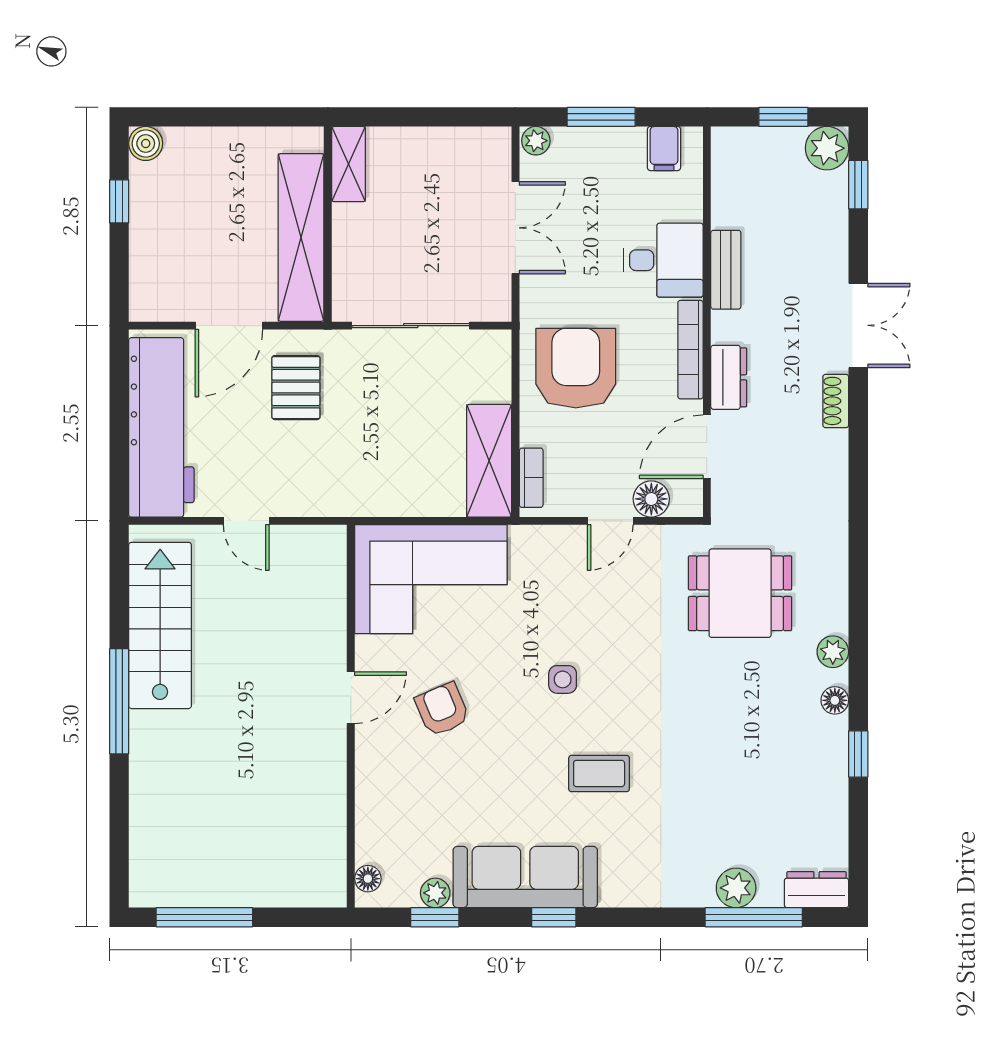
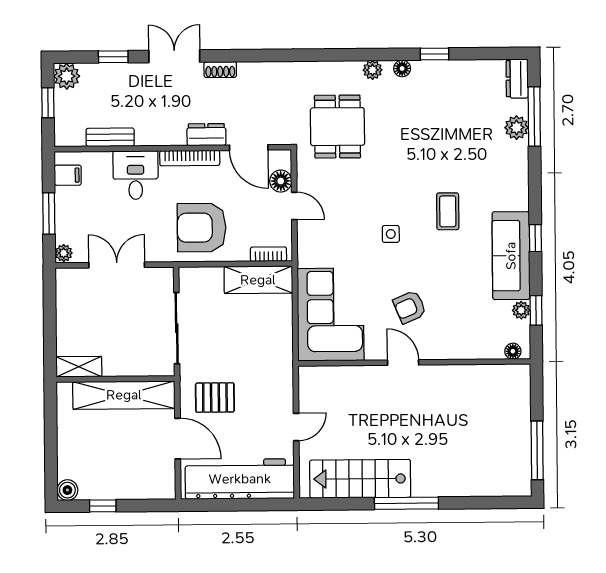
window: (858, 185) -> (113, 57), moved
bench: (726, 270) -> (110, 137), moved

